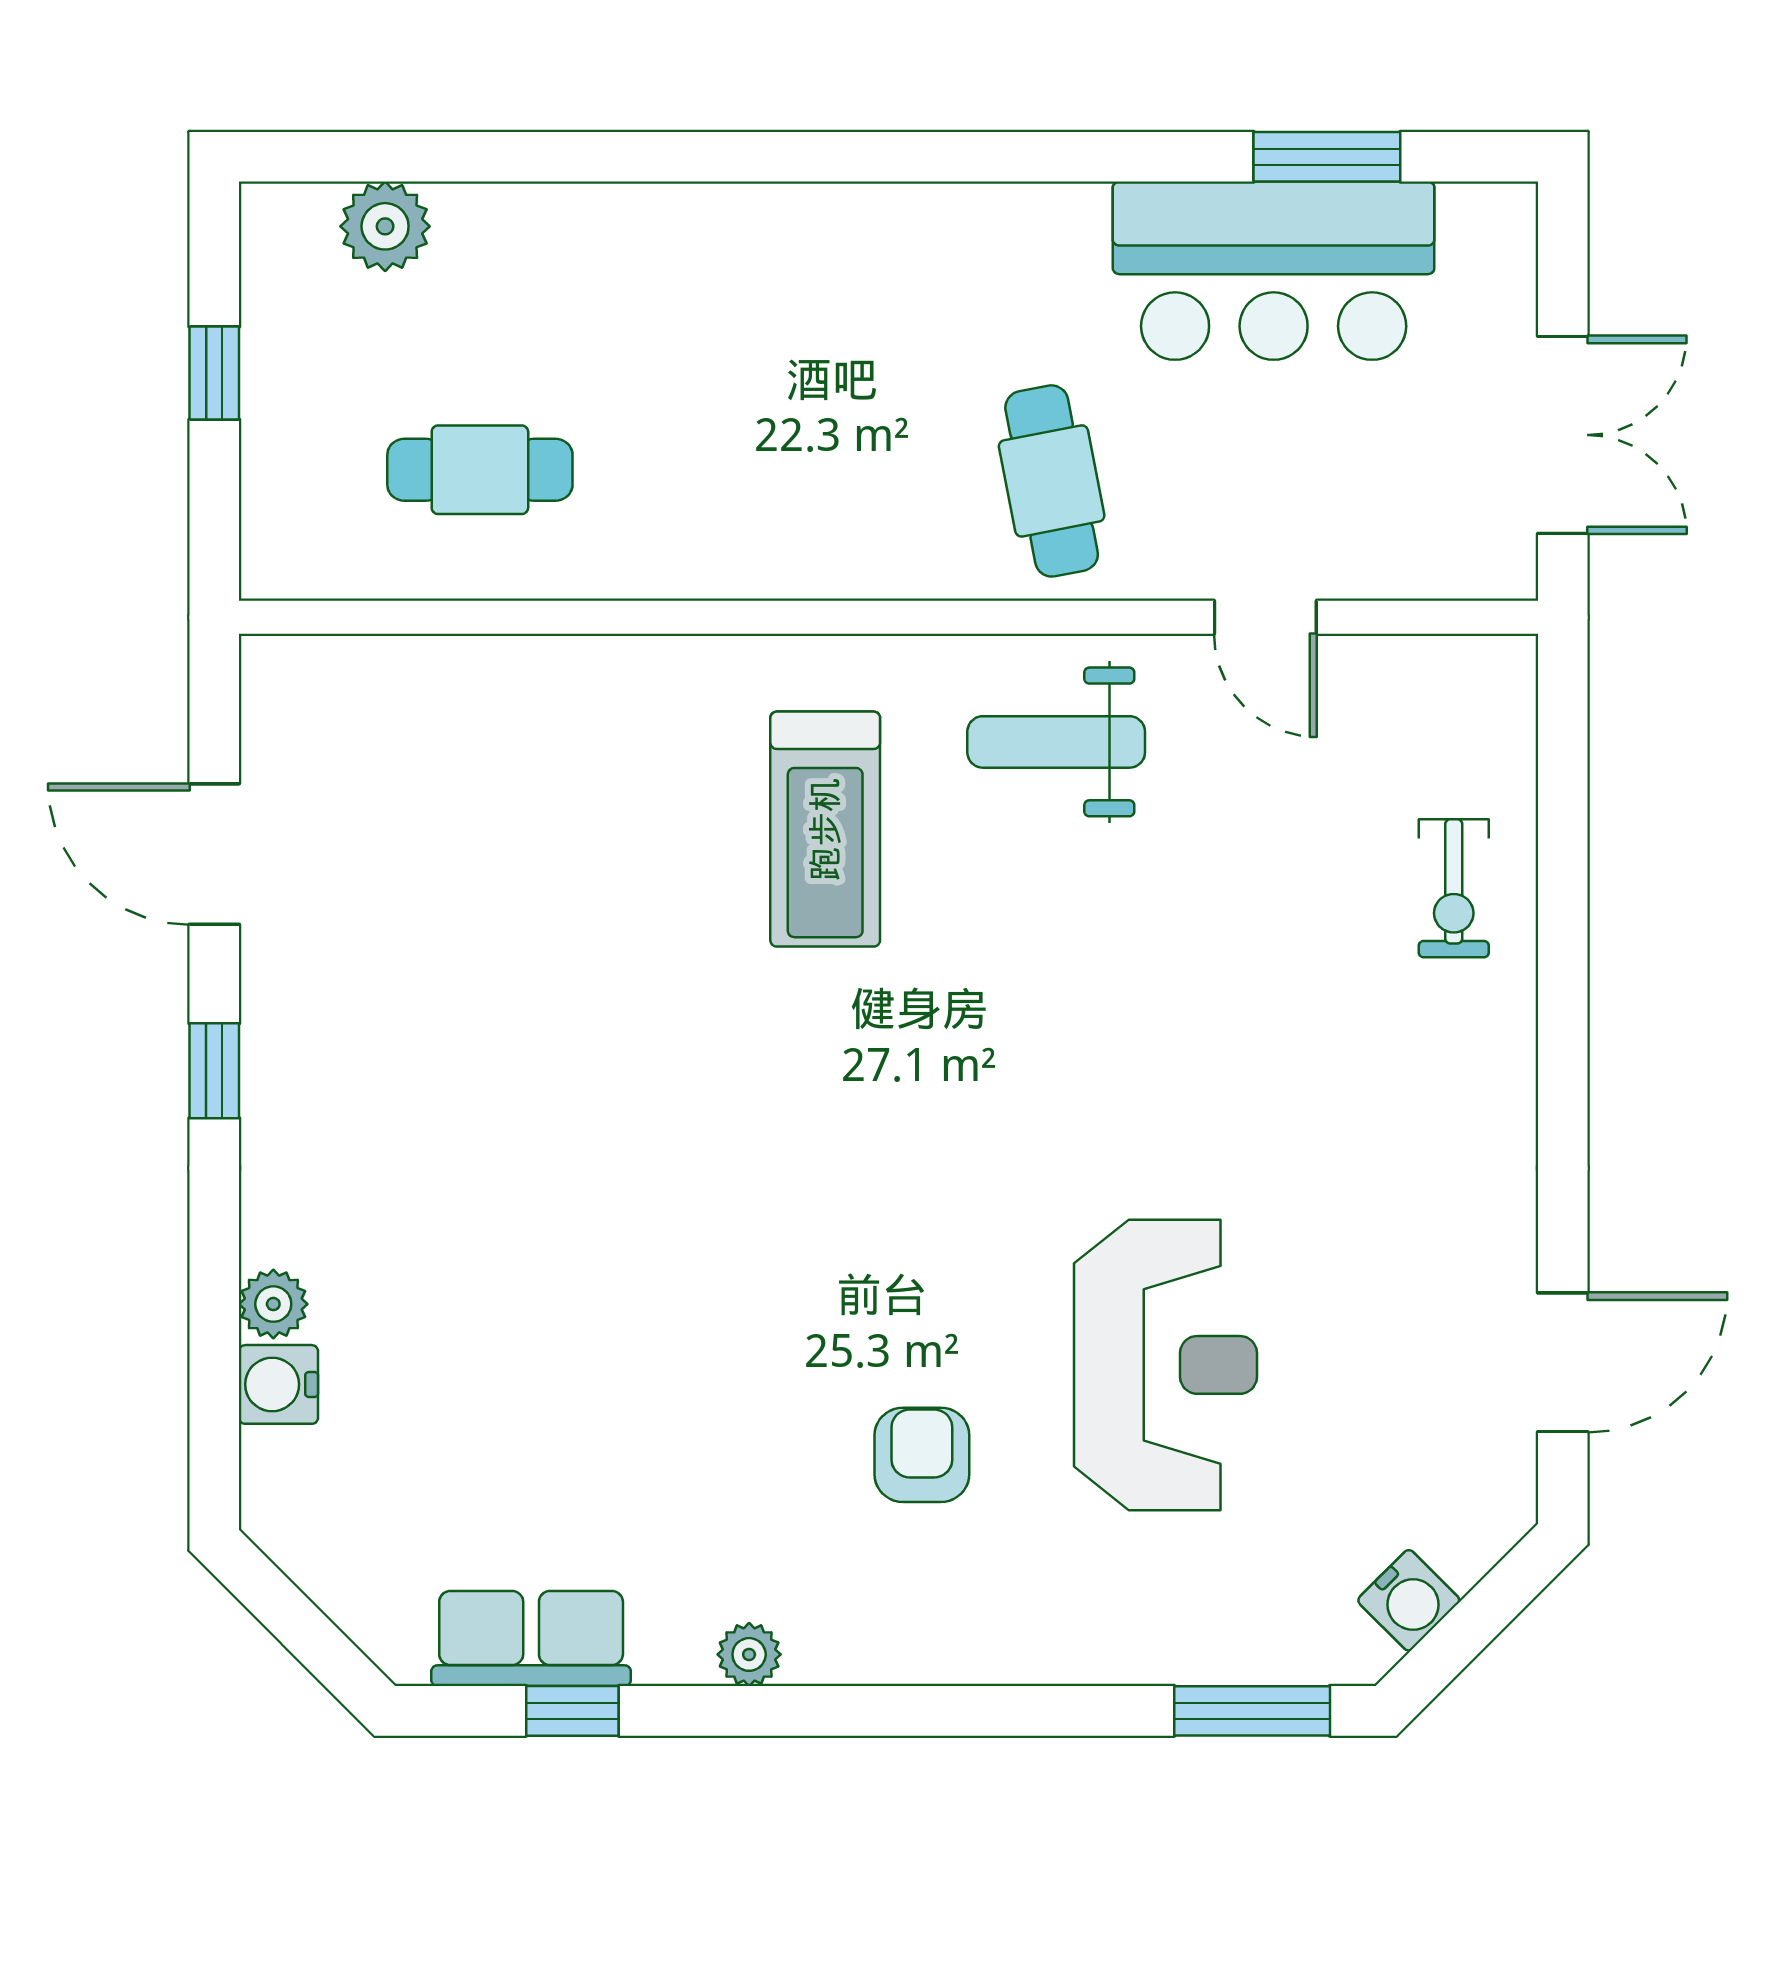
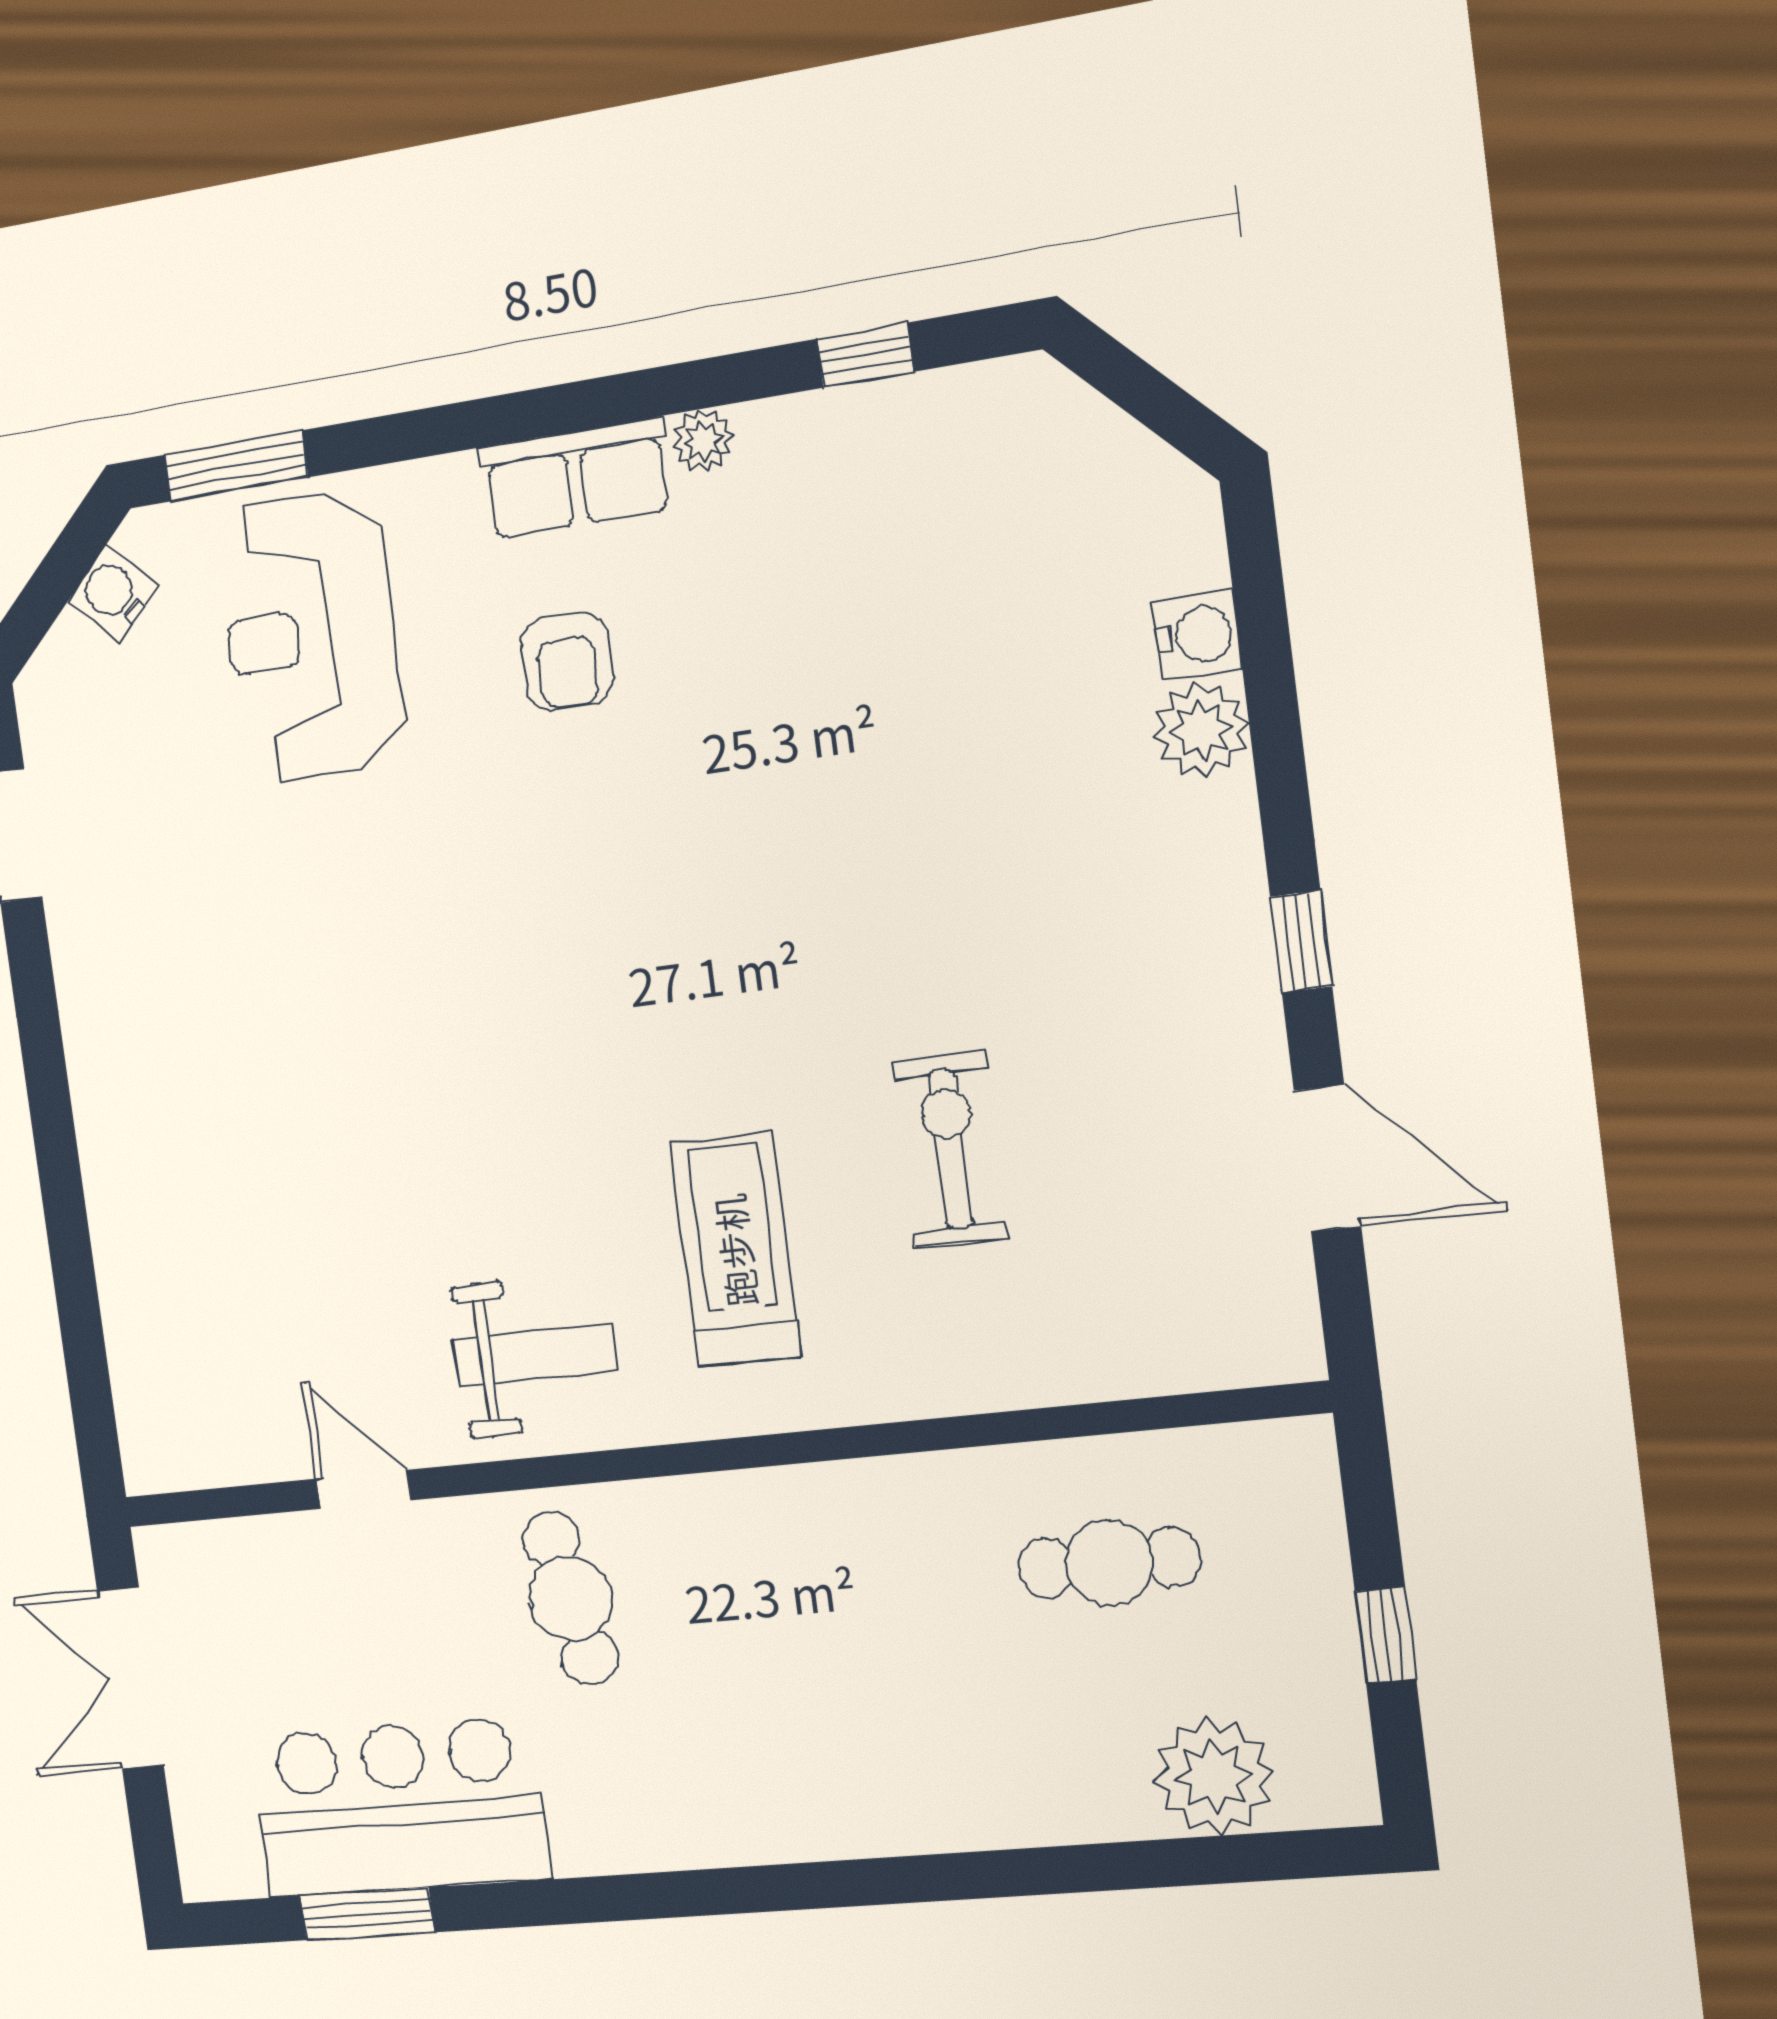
plant: (385, 226) -> (1214, 1776), width x1.36, depth x1.36
exercise bike: (1454, 888) -> (950, 1149), moved, width x1.38, depth x1.39
plant: (273, 1304) -> (1201, 730), width x1.38, depth x1.38
reception desk: (1165, 1365) -> (311, 636), moved
row of seats: (531, 1638) -> (576, 478), moved

